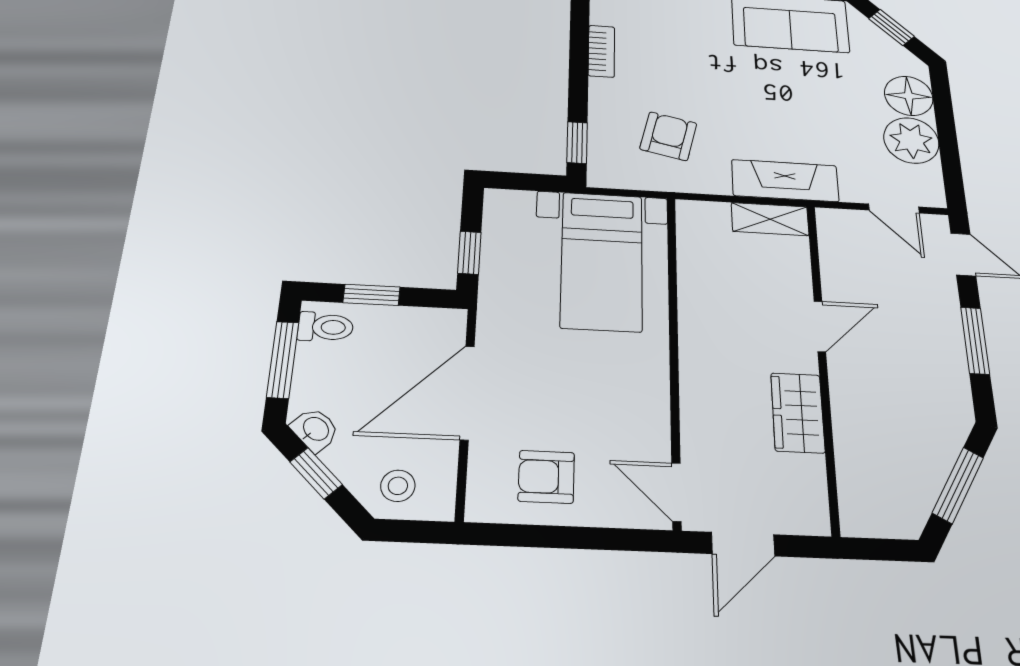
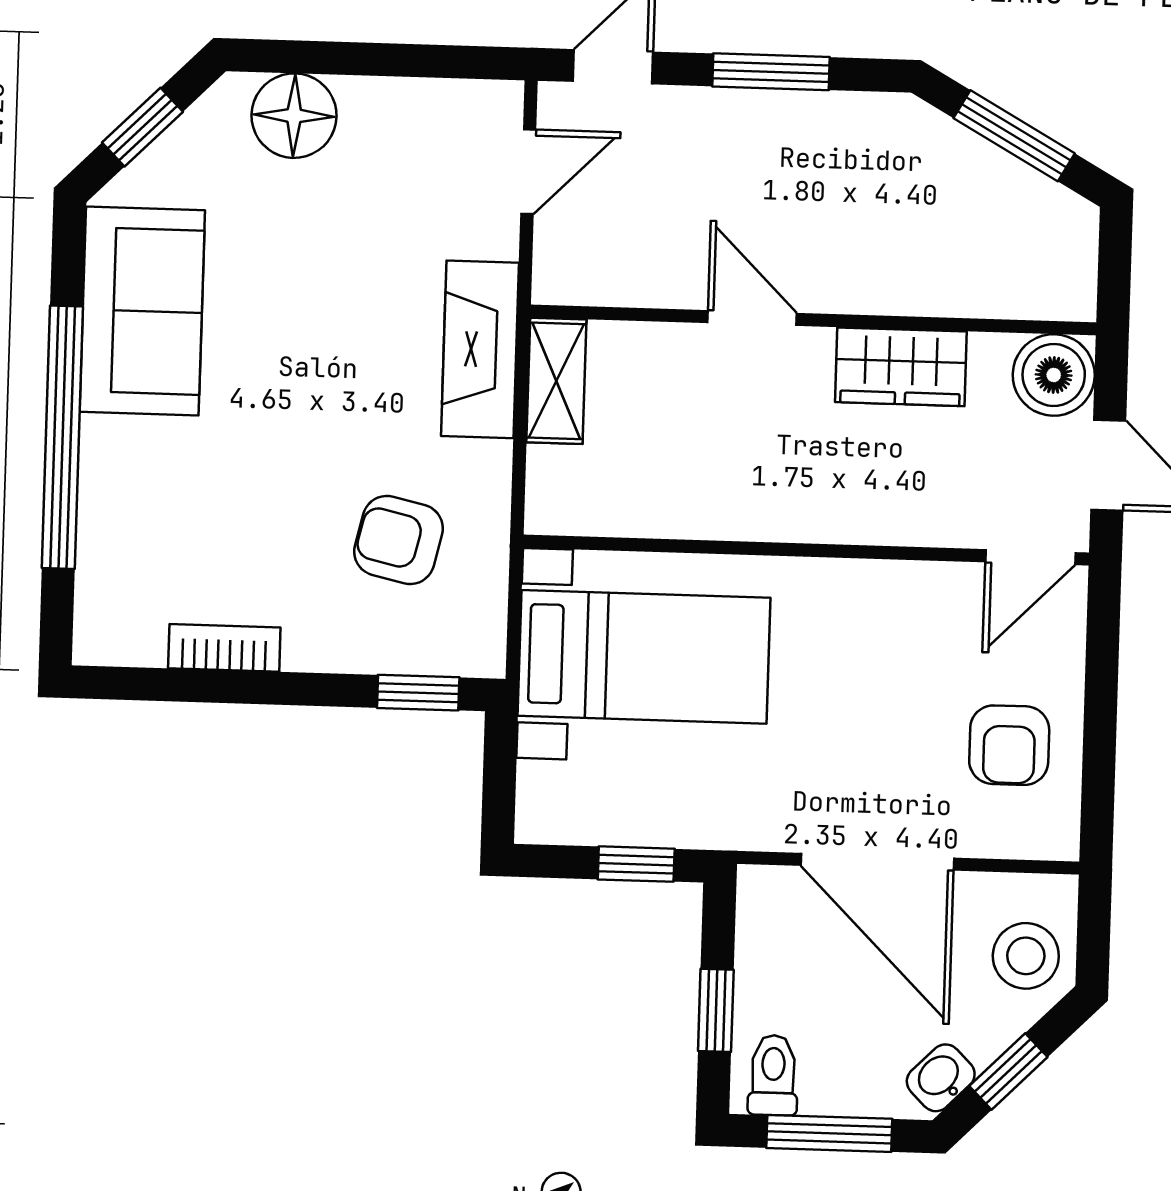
plant: (911, 140) -> (389, 124), removed
stool: (398, 486) -> (1026, 956), width x1.37, depth x1.37
boiler: (802, 509) -> (1054, 375), added

